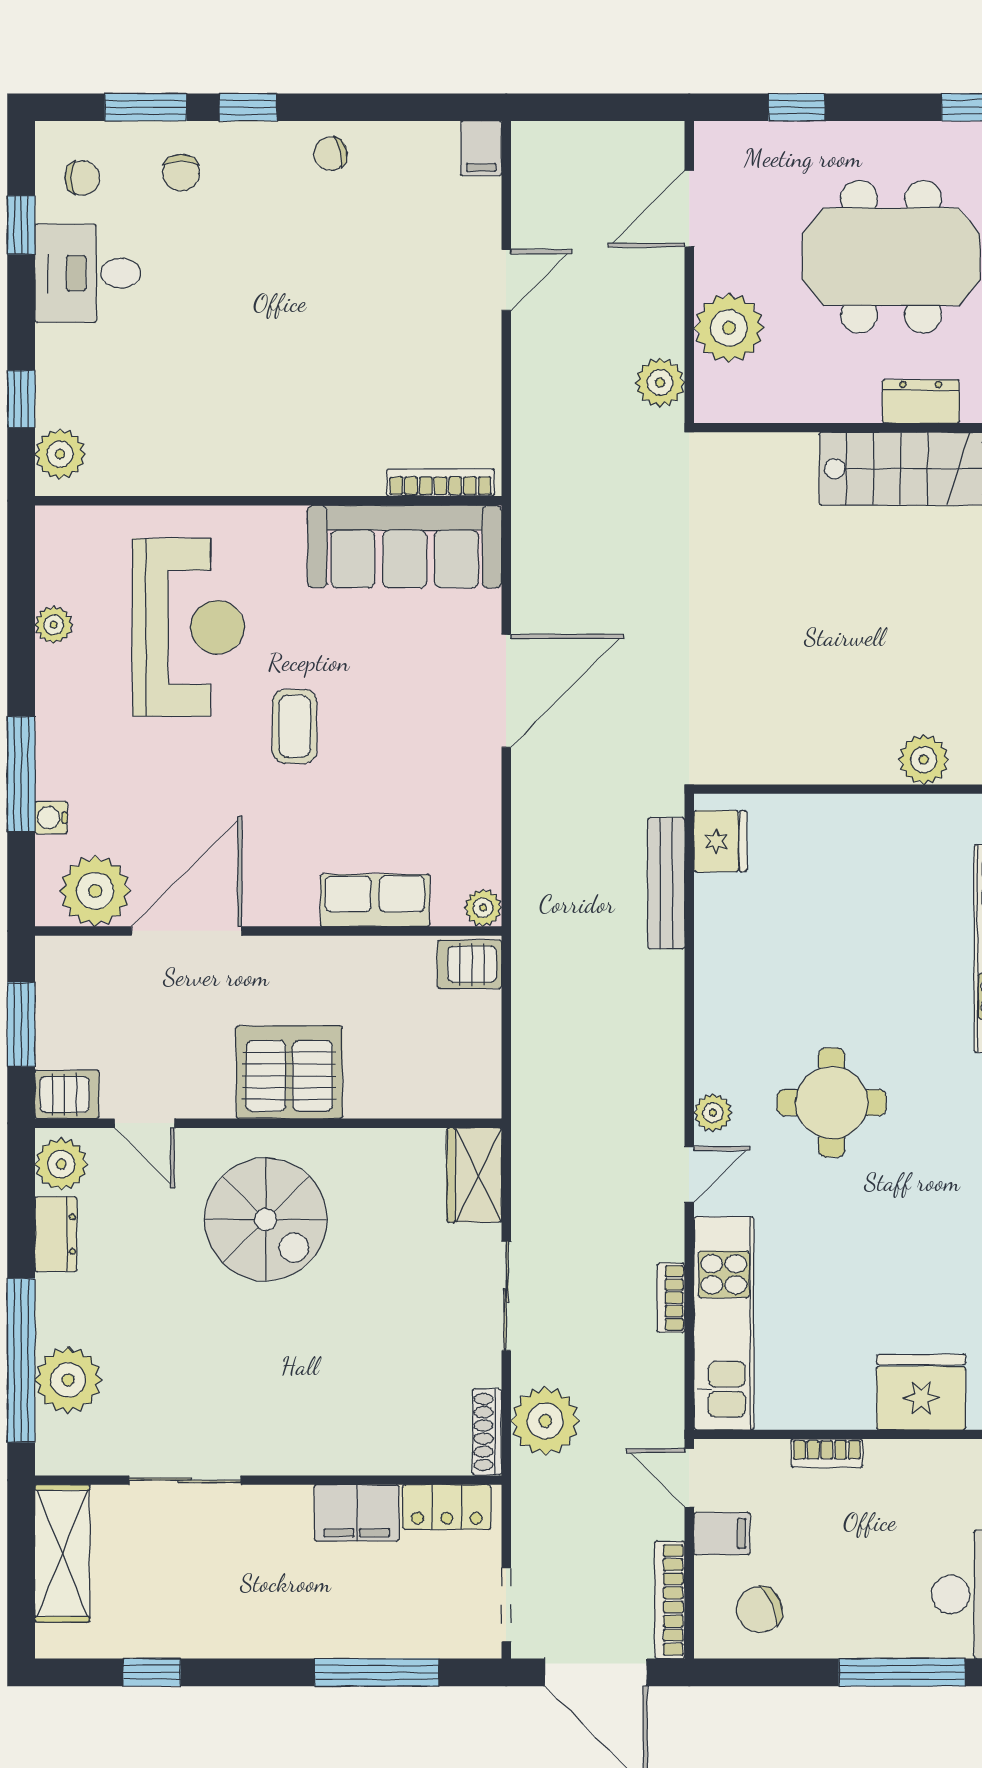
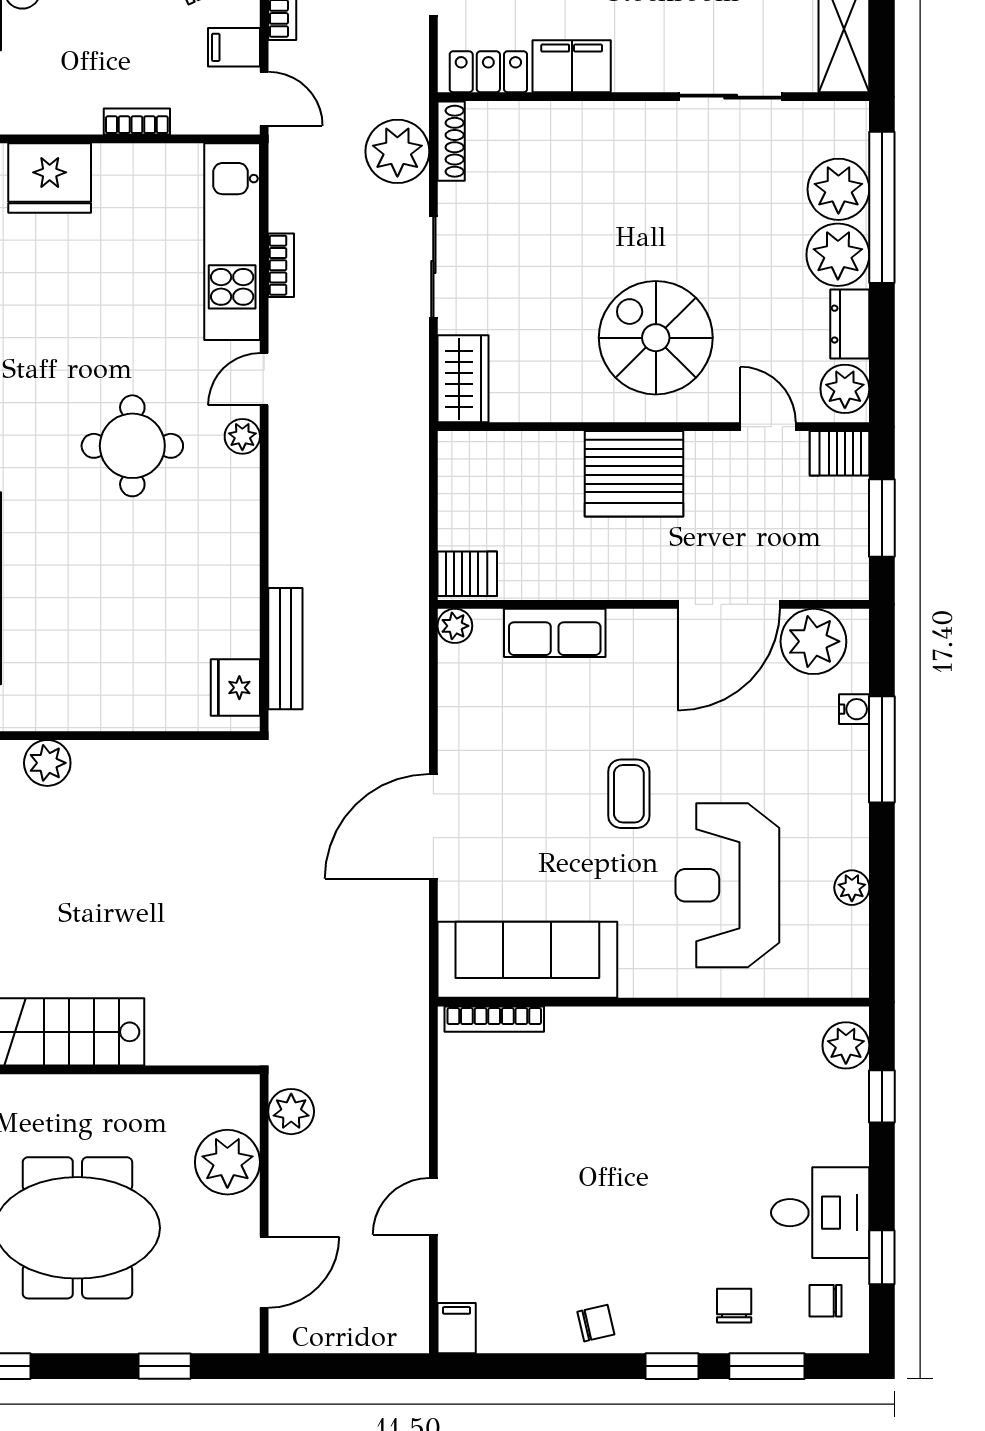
dresser: (921, 401) -> (50, 1094), removed
plant: (69, 1309) -> (838, 255), added

